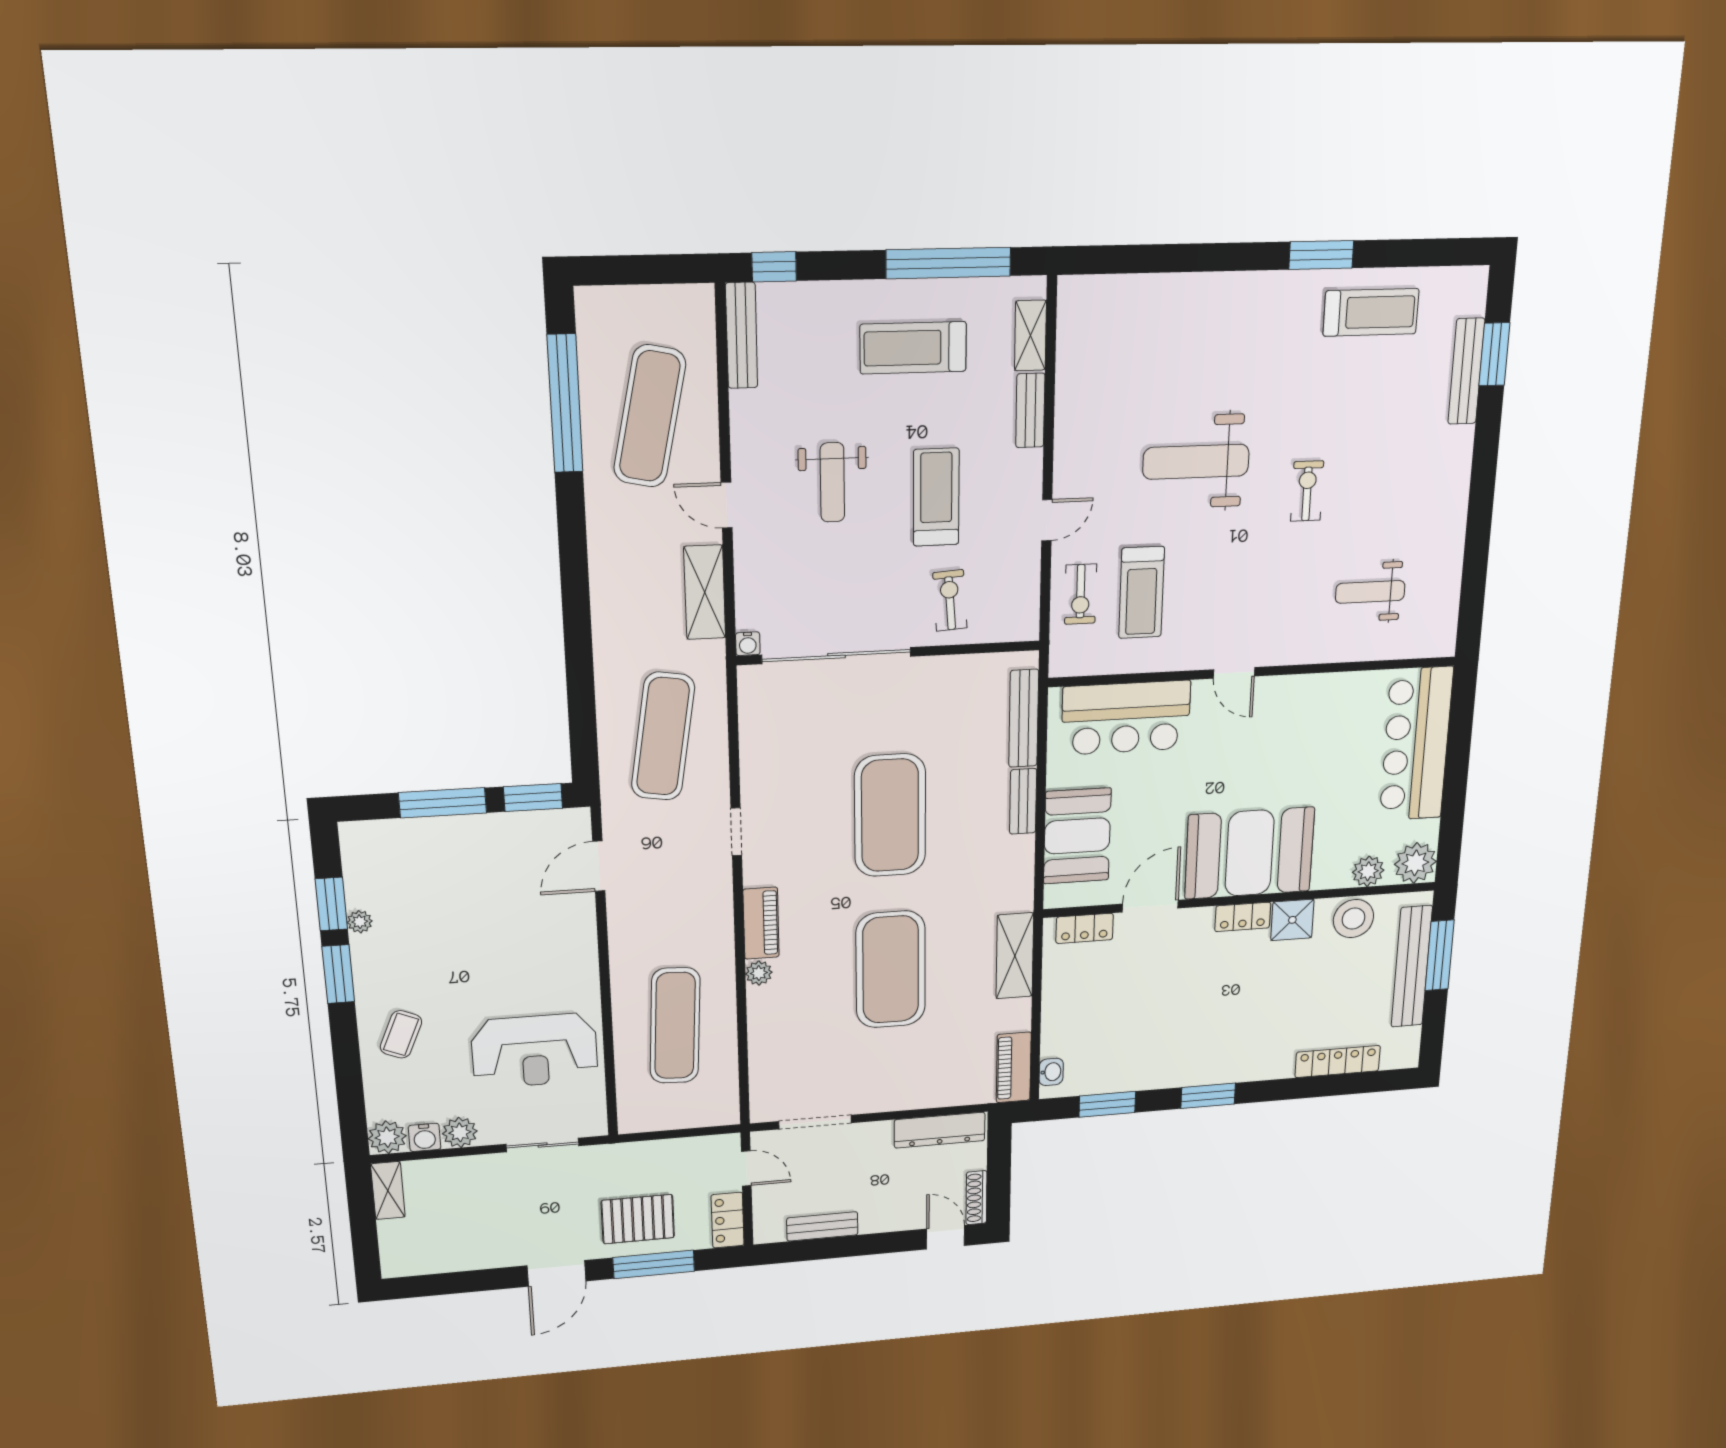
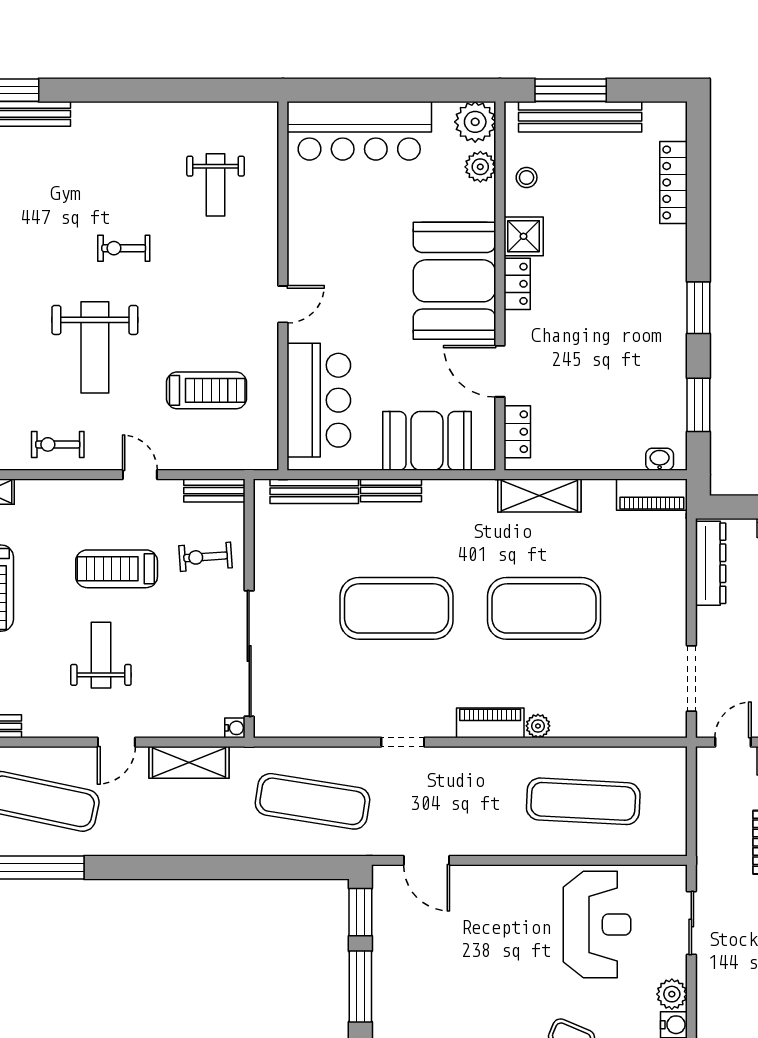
bench: (1030, 410) -> (214, 491), moved
weight bench: (832, 482) -> (101, 655), turned -90
exercise bike: (1081, 594) -> (58, 444), moved, turned 180
stool: (1353, 919) -> (527, 177), width x0.53, depth x0.53

